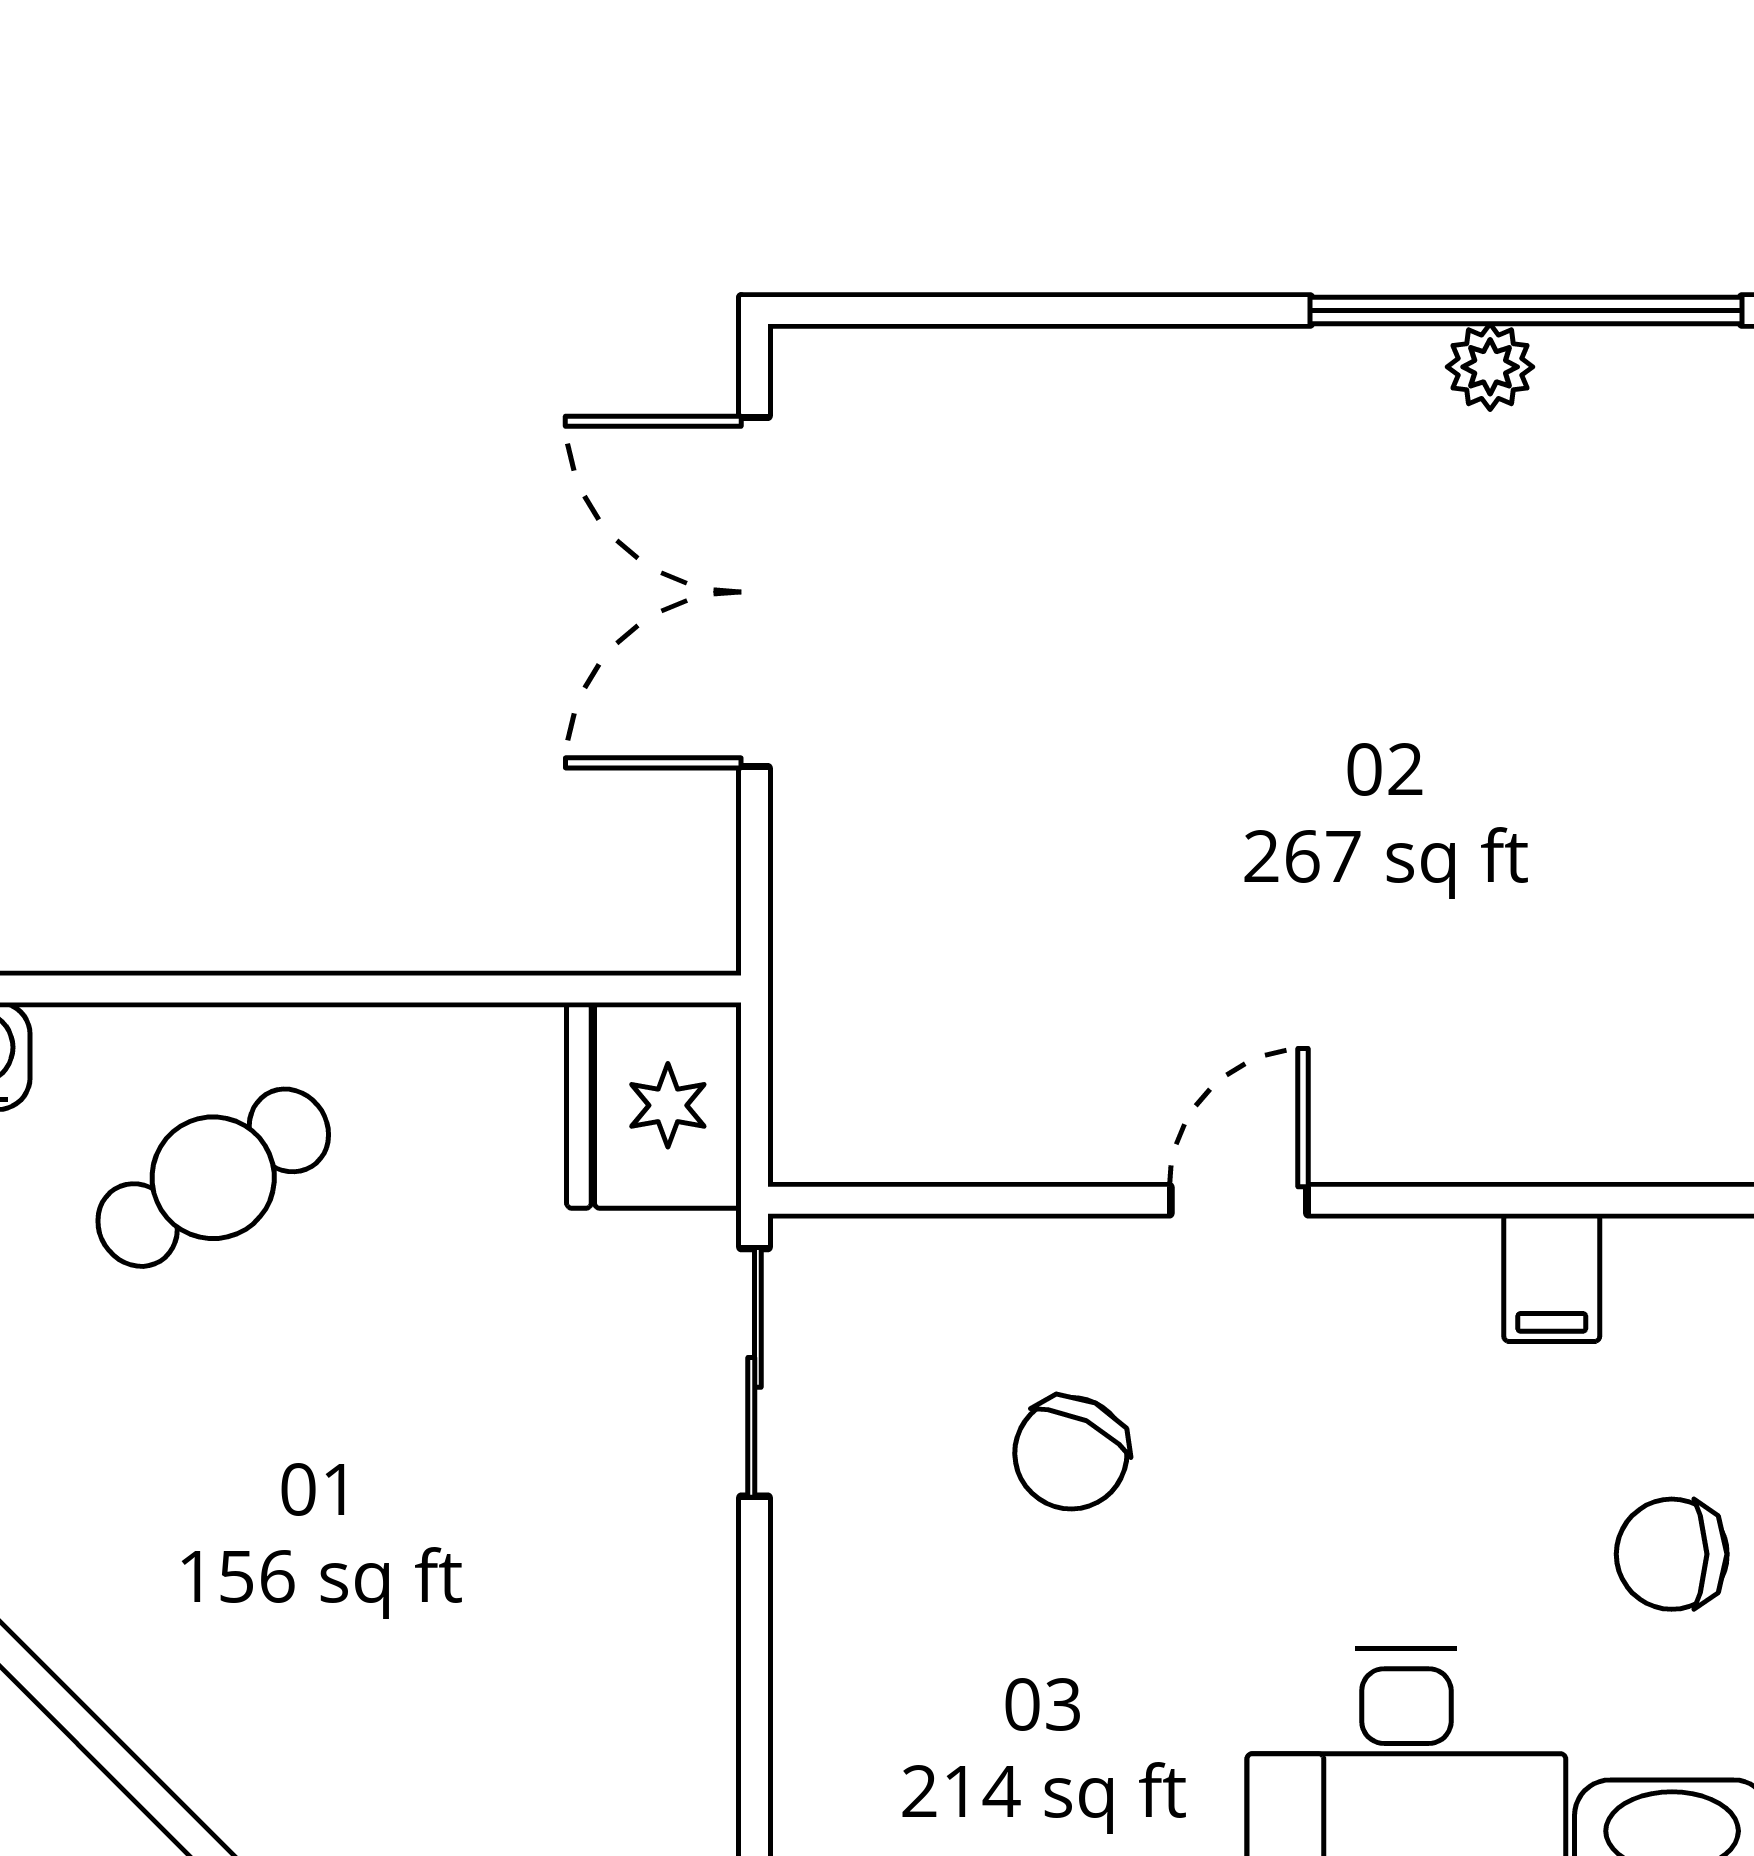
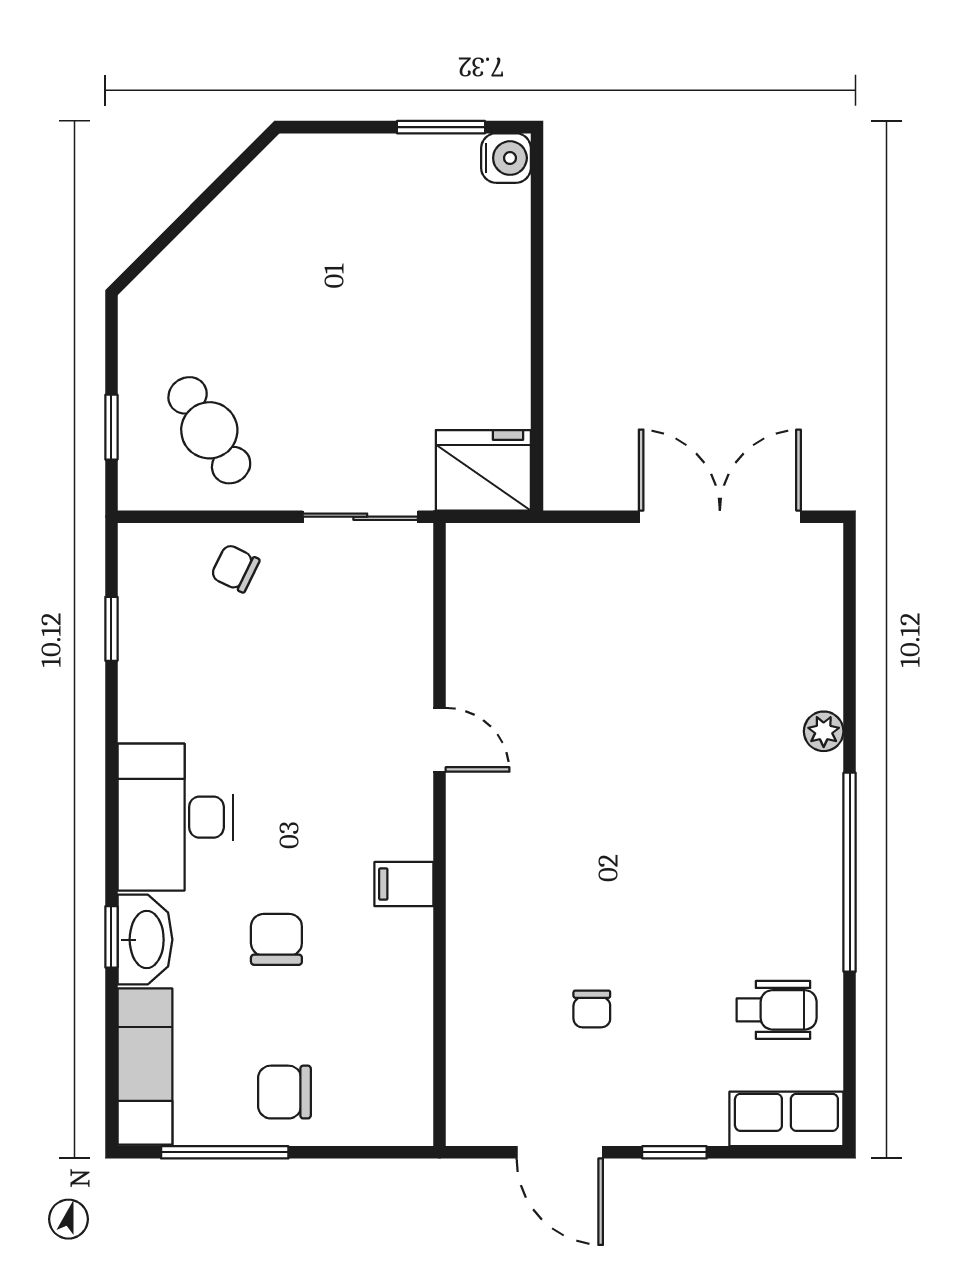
plant: (1490, 367) -> (824, 731), moved
cafe table: (213, 1178) -> (209, 430), moved
chair: (1071, 1453) -> (235, 568), moved, width x0.73, depth x0.73

